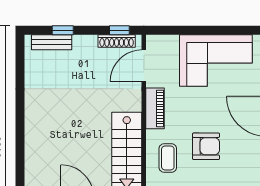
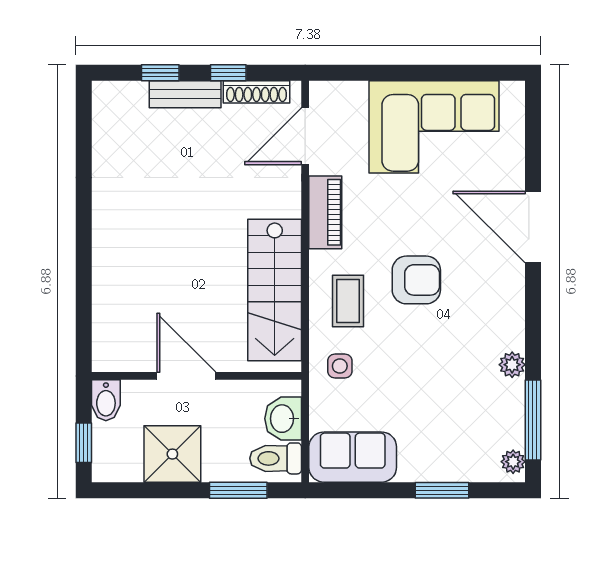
window: (119, 30) -> (228, 73), moved
bench: (52, 42) -> (185, 94), moved

